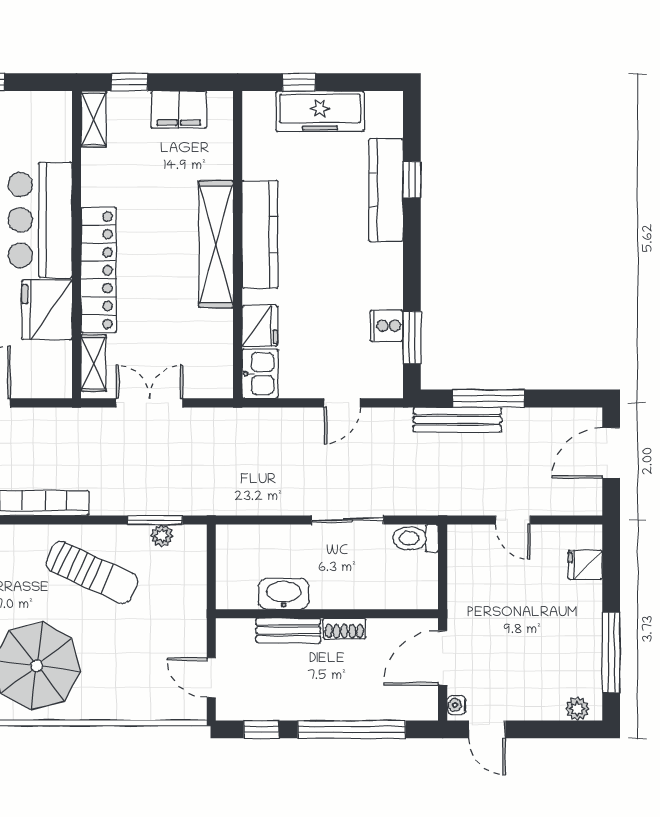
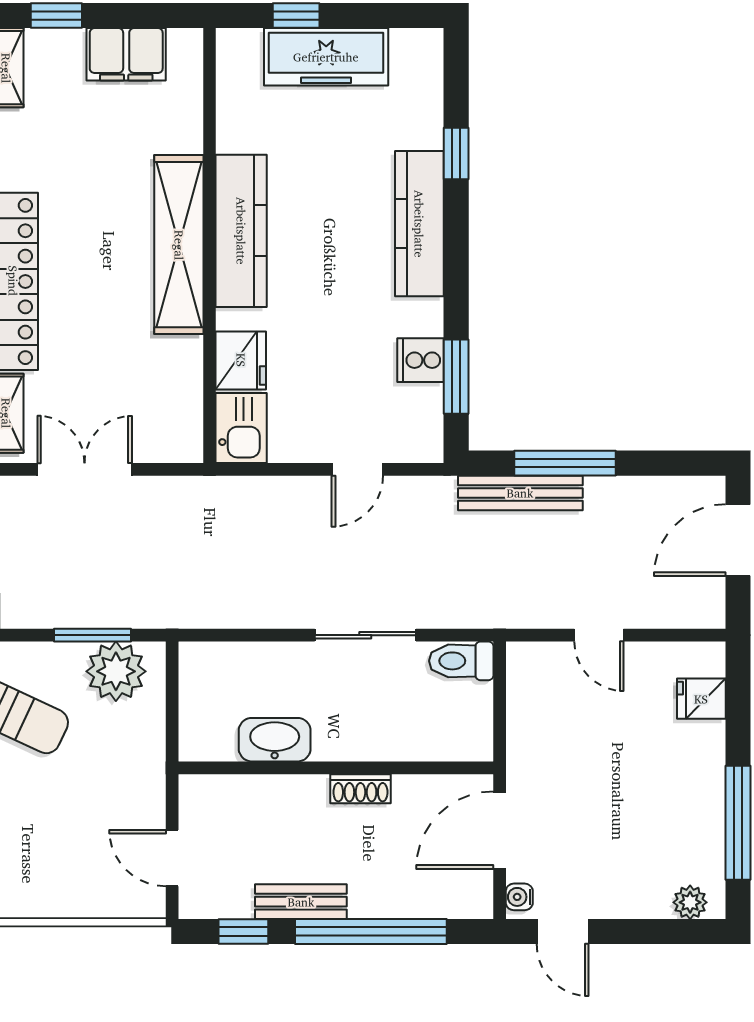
kitchen counter: (386, 190) -> (419, 224), moved
plant: (162, 536) -> (116, 671), width x1.88, depth x1.88
bench: (288, 630) -> (301, 902), moved

